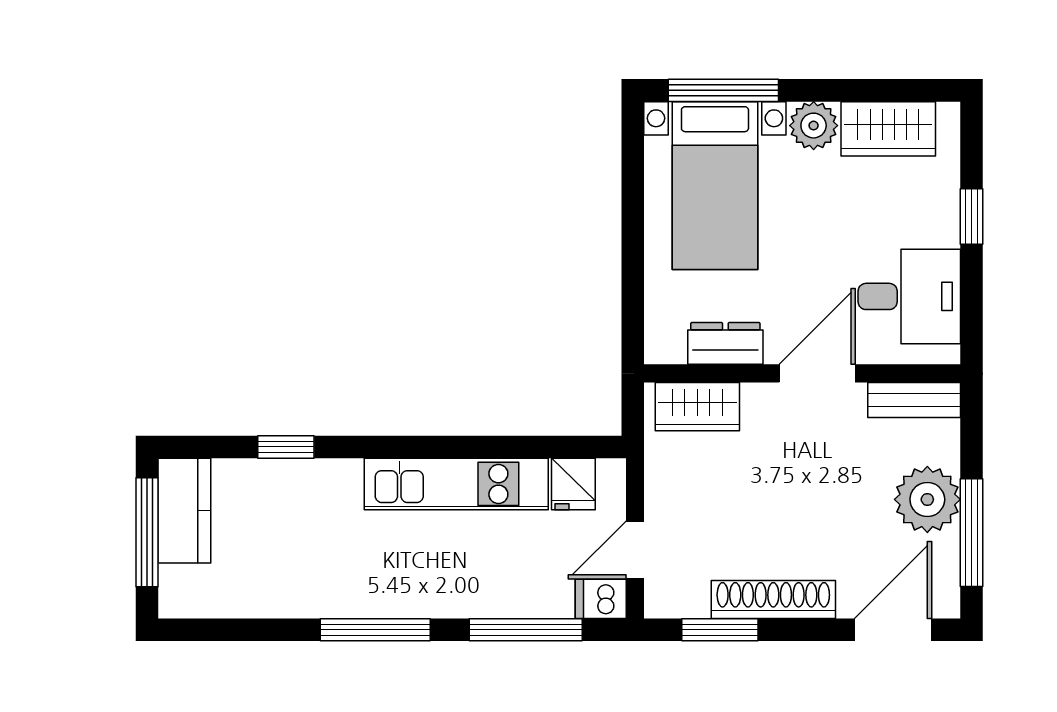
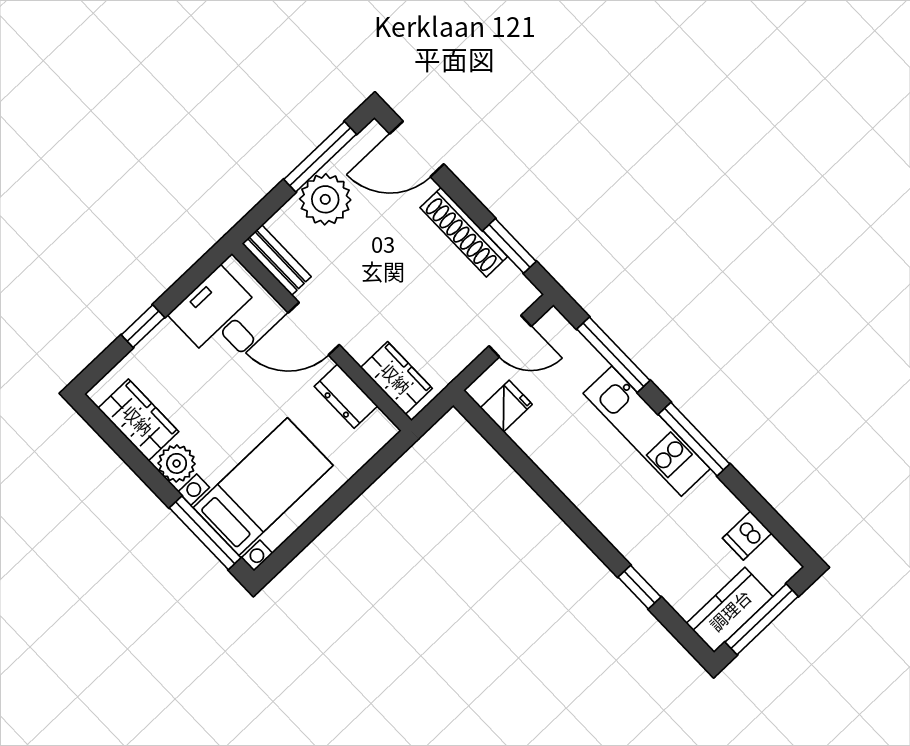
kitchen unit: (456, 484) -> (647, 431), moved, turned 180
dishwasher: (601, 599) -> (747, 536), moved, turned 90

